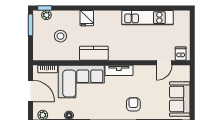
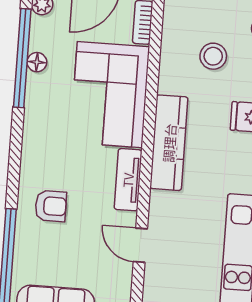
kitchen counter: (94, 53) -> (169, 143), width x1.50
door: (164, 63) -> (140, 245), moved

